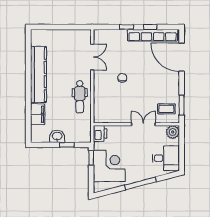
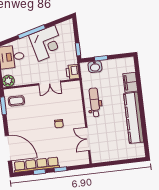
double door: (143, 124) -> (49, 83), moved
washbasin: (57, 136) -> (95, 67), moved
corner desk: (109, 166) -> (47, 43), moved, turned -105

